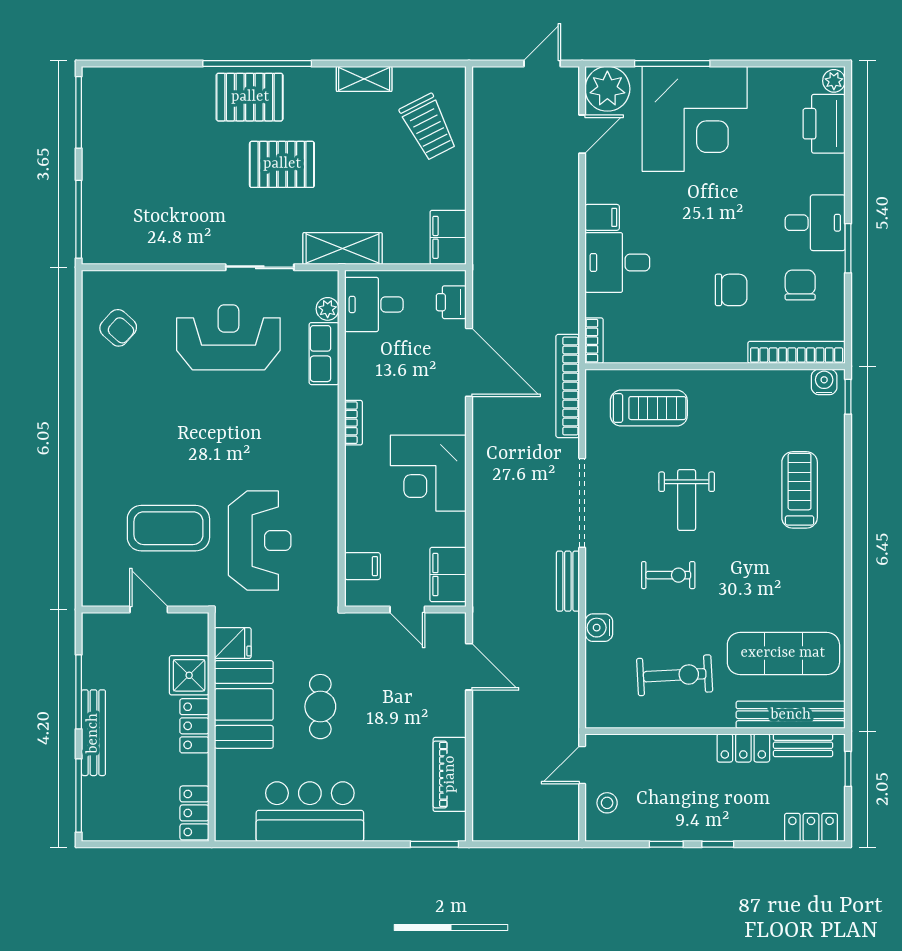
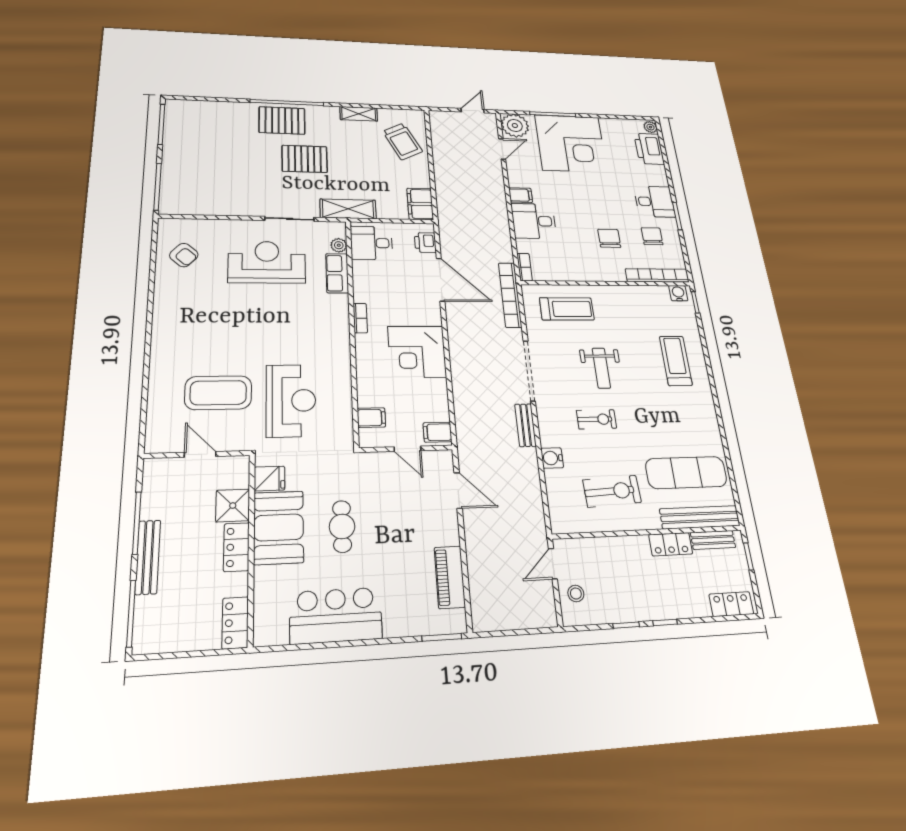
chair: (731, 290) -> (609, 238), turned -90
filing cabinet: (448, 575) -> (438, 432), width x0.50

